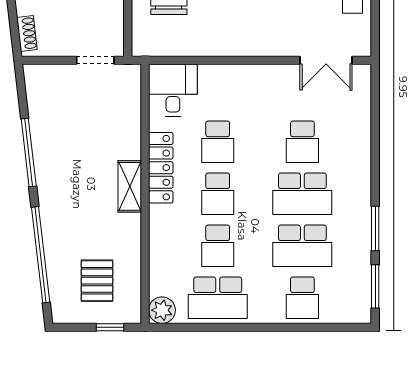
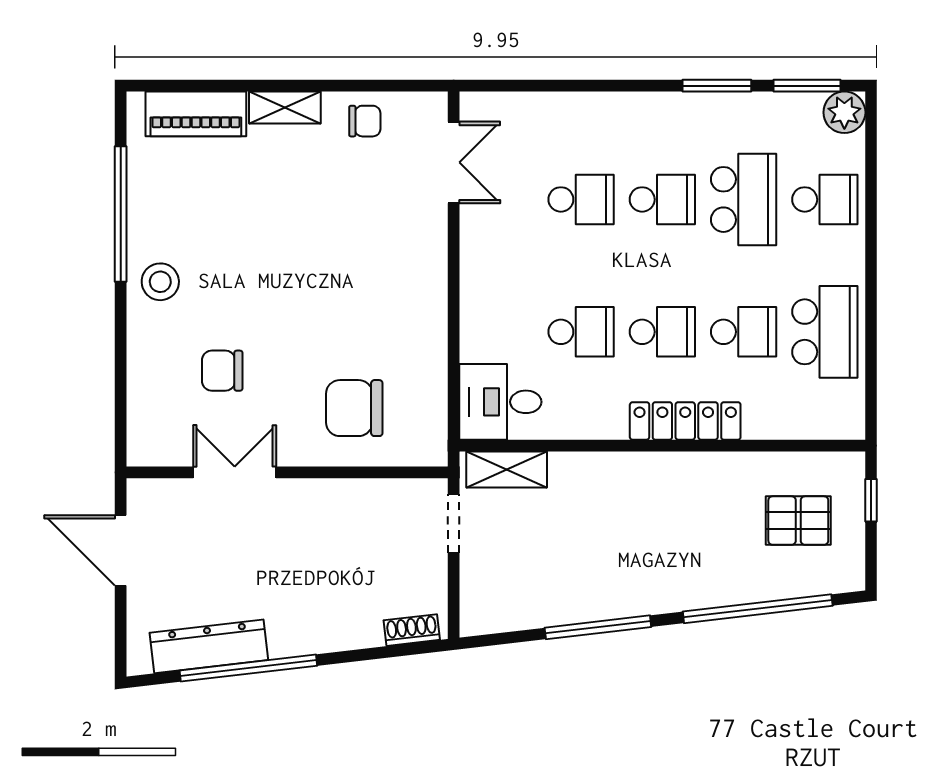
locker: (161, 168) -> (685, 421), moved
shelving: (130, 186) -> (507, 469), moved
school desk: (302, 194) -> (662, 199), width x0.54
plant: (162, 310) -> (844, 112), moved

